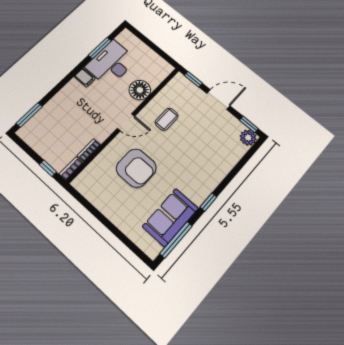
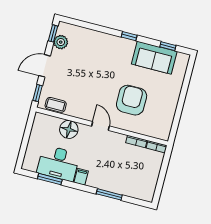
door: (218, 100) -> (45, 66), hinge flipped
window: (29, 115) -> (109, 194), moved
coffee table: (167, 119) -> (56, 105), moved
plant: (248, 138) -> (61, 42), moved
window: (48, 168) -> (165, 163), removed
window: (176, 240) -> (168, 46), width x0.46

